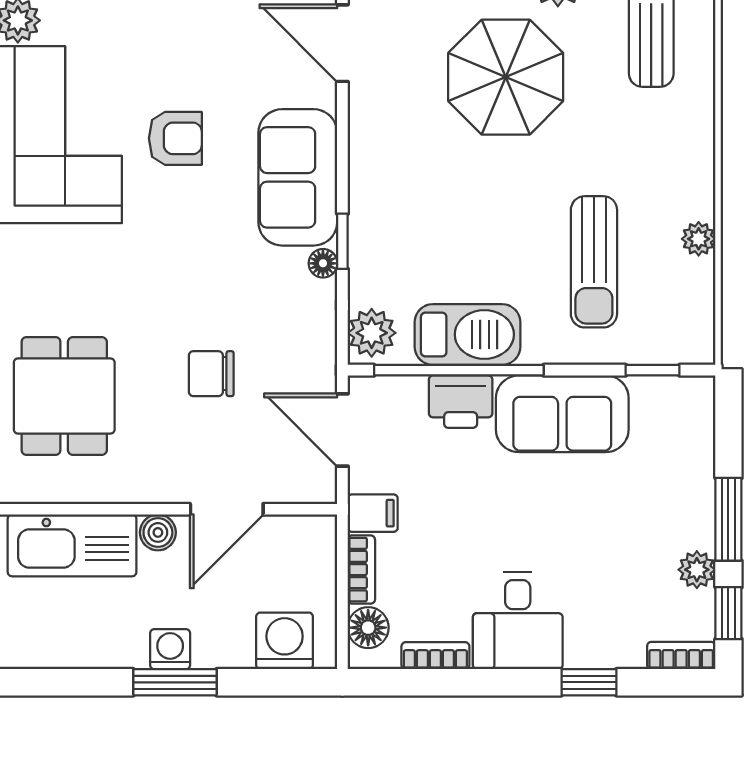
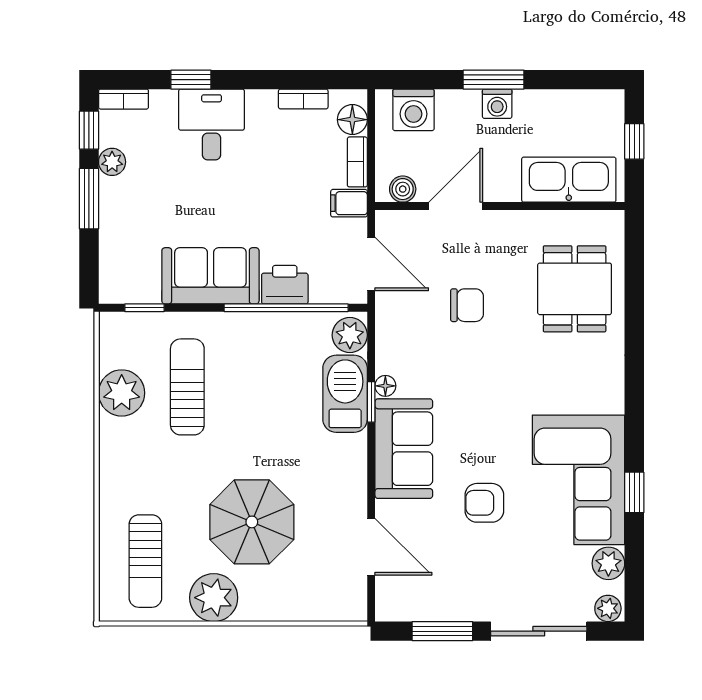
armchair: (175, 138) -> (484, 503), moved
plant: (699, 239) -> (122, 393), width x1.87, depth x1.87
barbecue: (467, 334) -> (345, 394), moved, turned 90
boiler: (158, 532) -> (403, 189), moved
desk: (518, 621) -> (212, 125), moved

